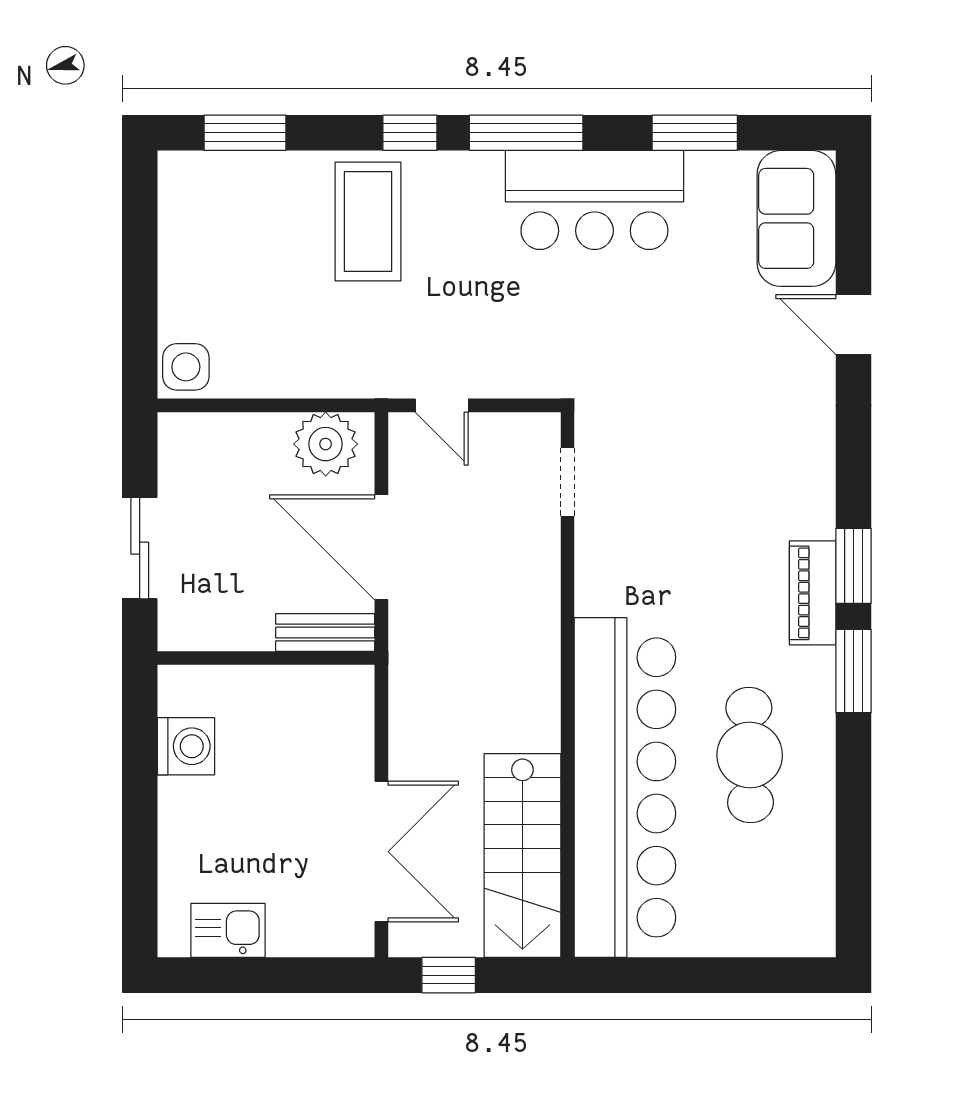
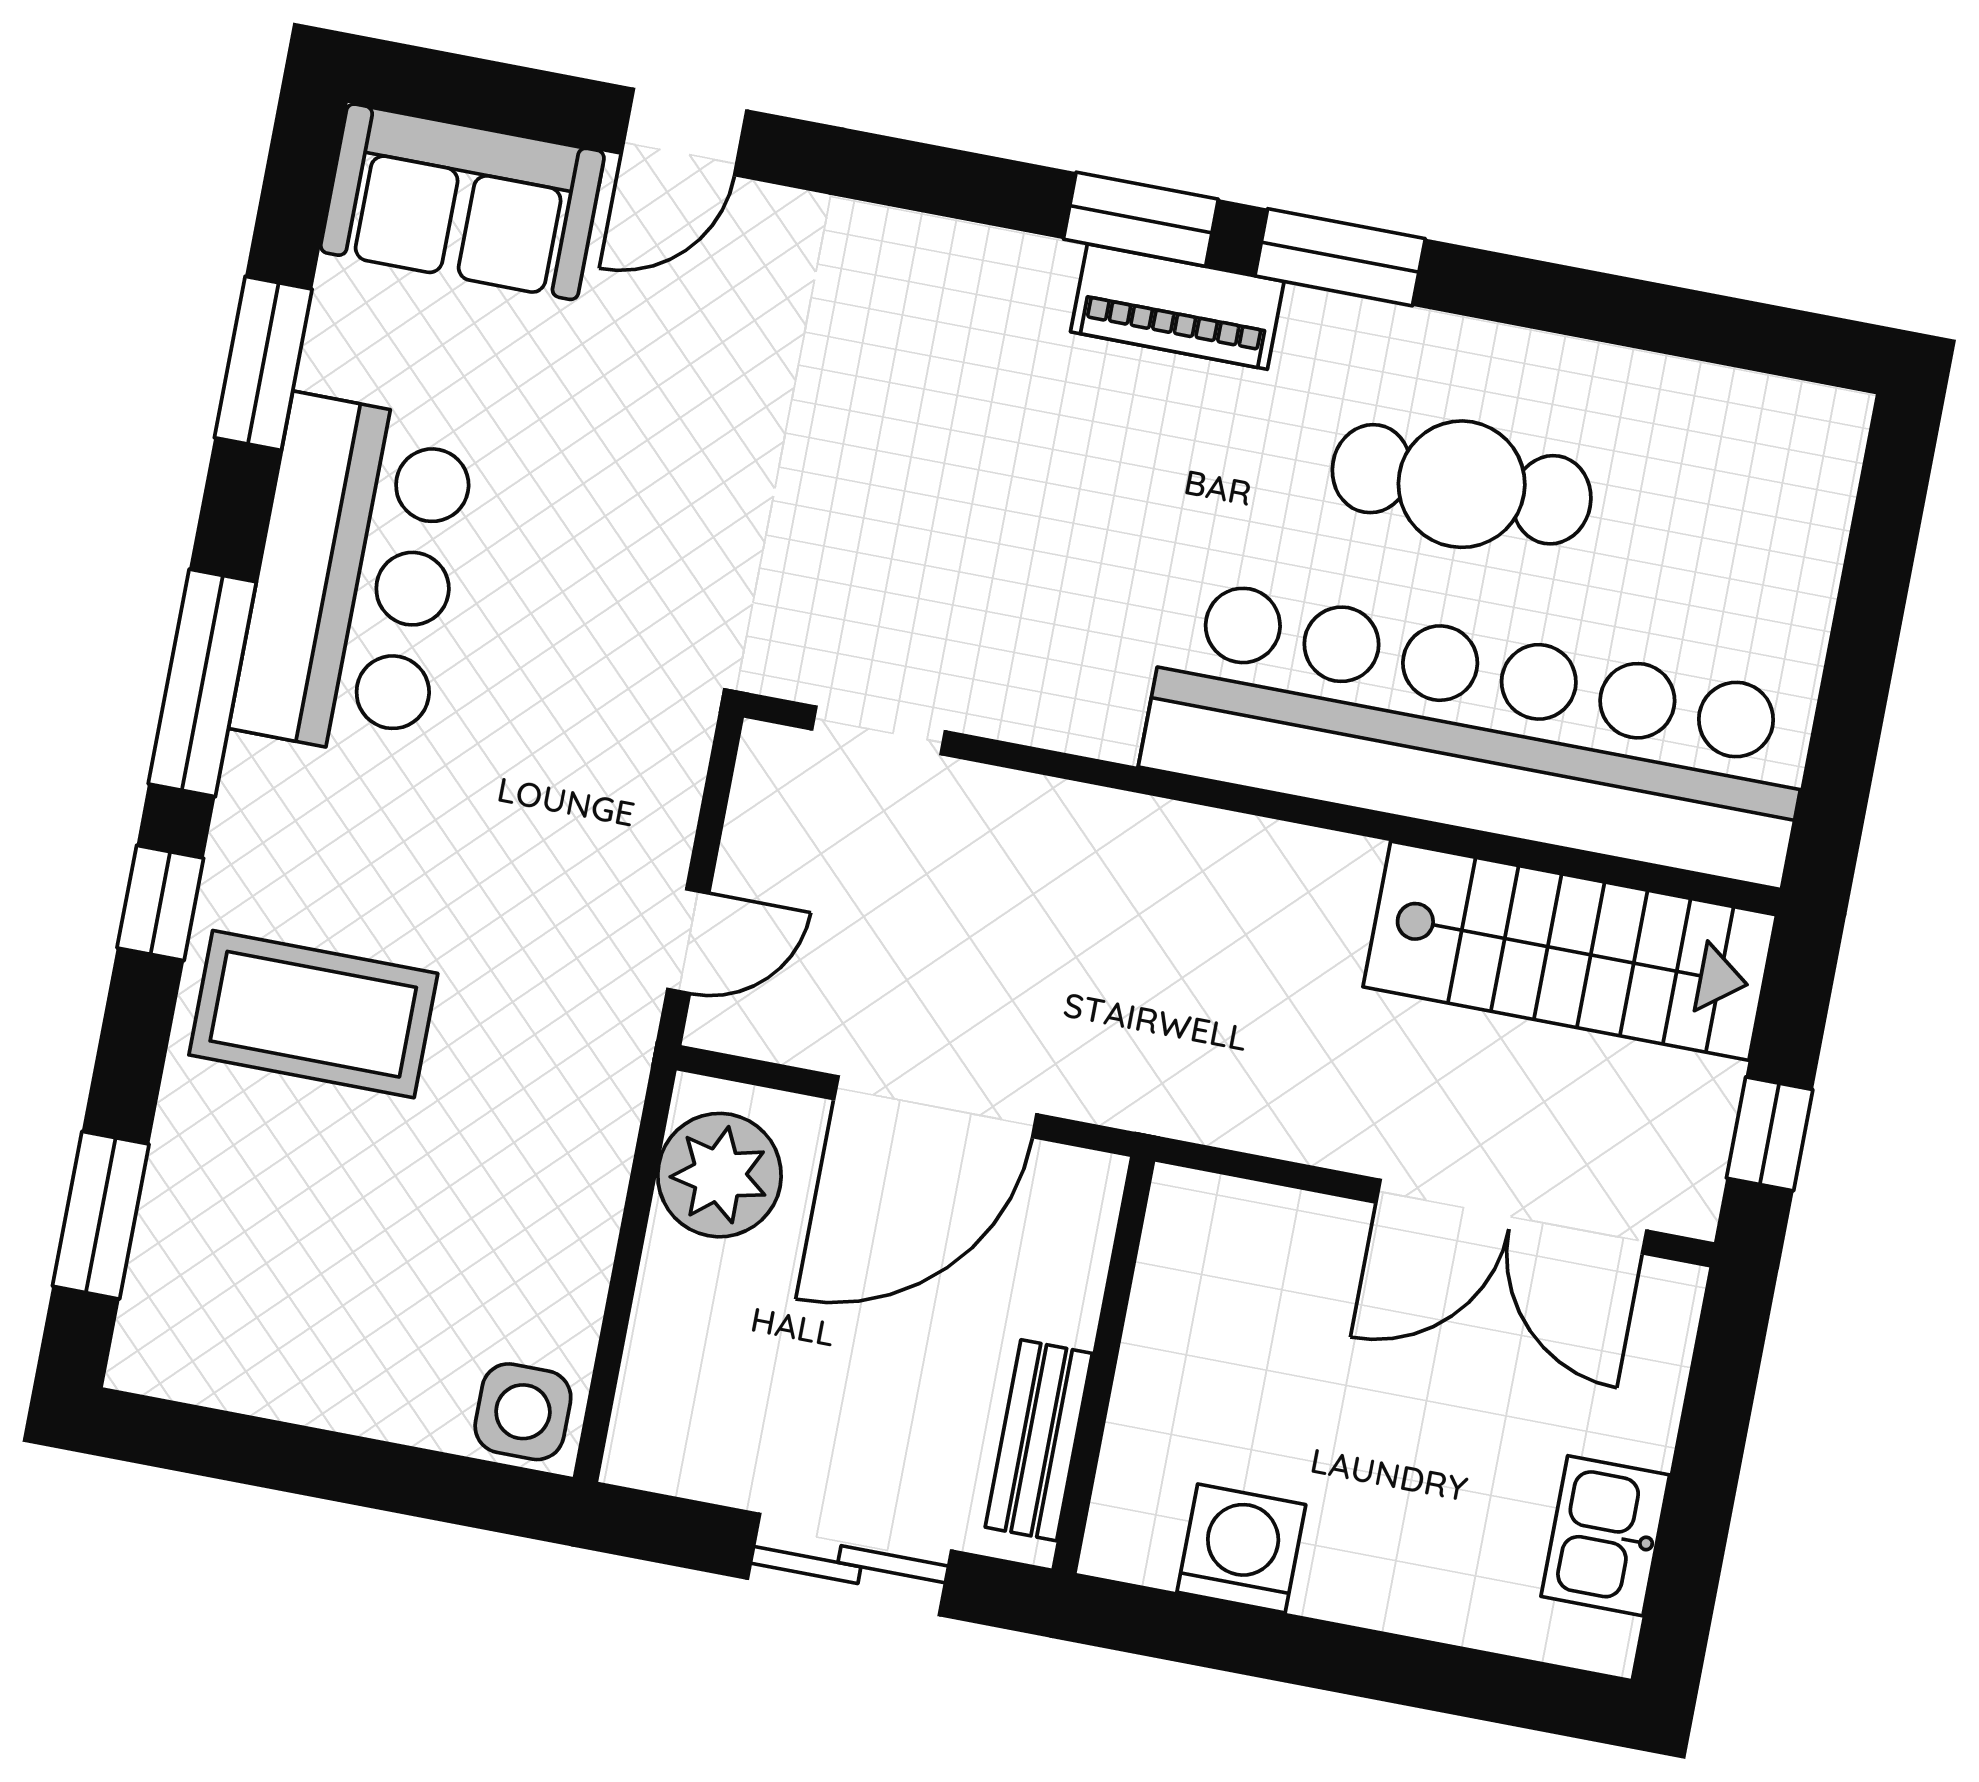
bench: (325, 633) -> (1039, 1440), moved
double door: (381, 852) -> (1511, 1217), swing flipped

